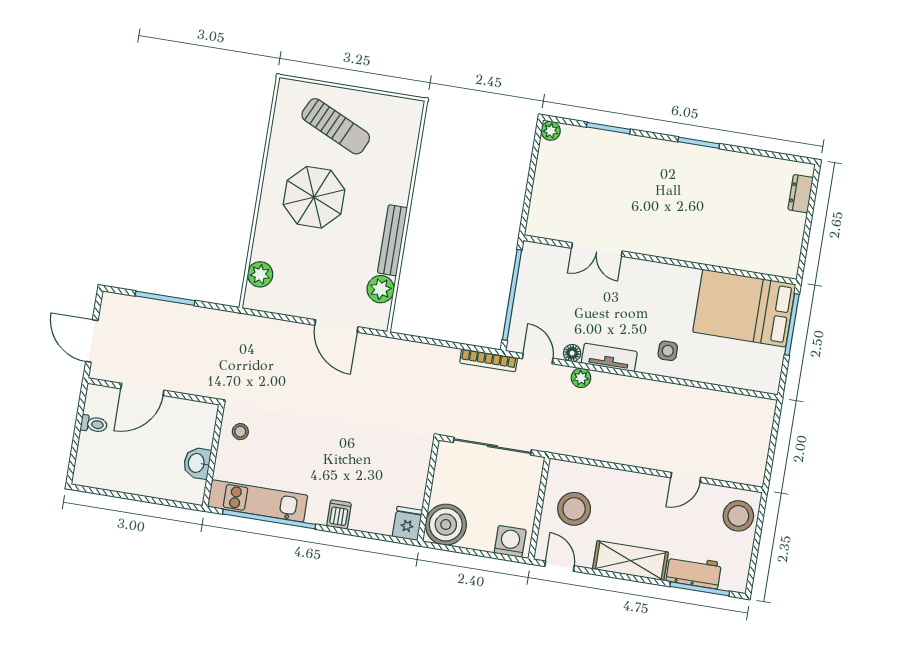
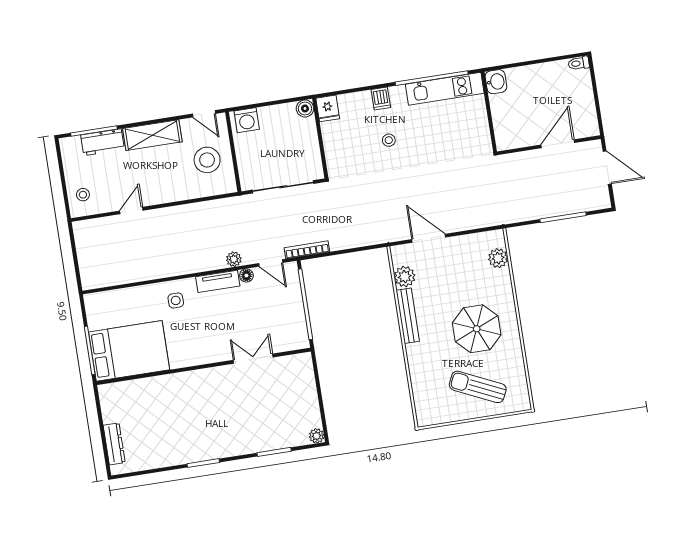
dresser: (800, 194) -> (114, 444), width x1.44
toilet: (94, 424) -> (579, 63), moved
stool: (240, 432) -> (389, 140), moved
washbasin: (197, 463) -> (496, 82), moved
stool: (738, 516) -> (83, 195), width x0.53, depth x0.53
boiler: (446, 525) -> (305, 108), width x0.54, depth x0.54

